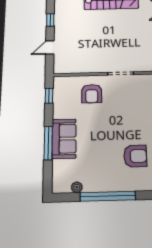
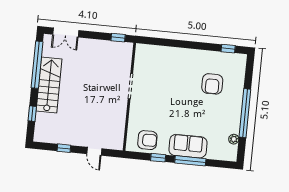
armchair: (92, 94) -> (147, 140), moved
window: (49, 96) -> (158, 158), moved
armchair: (135, 156) -> (212, 84), turned 180

